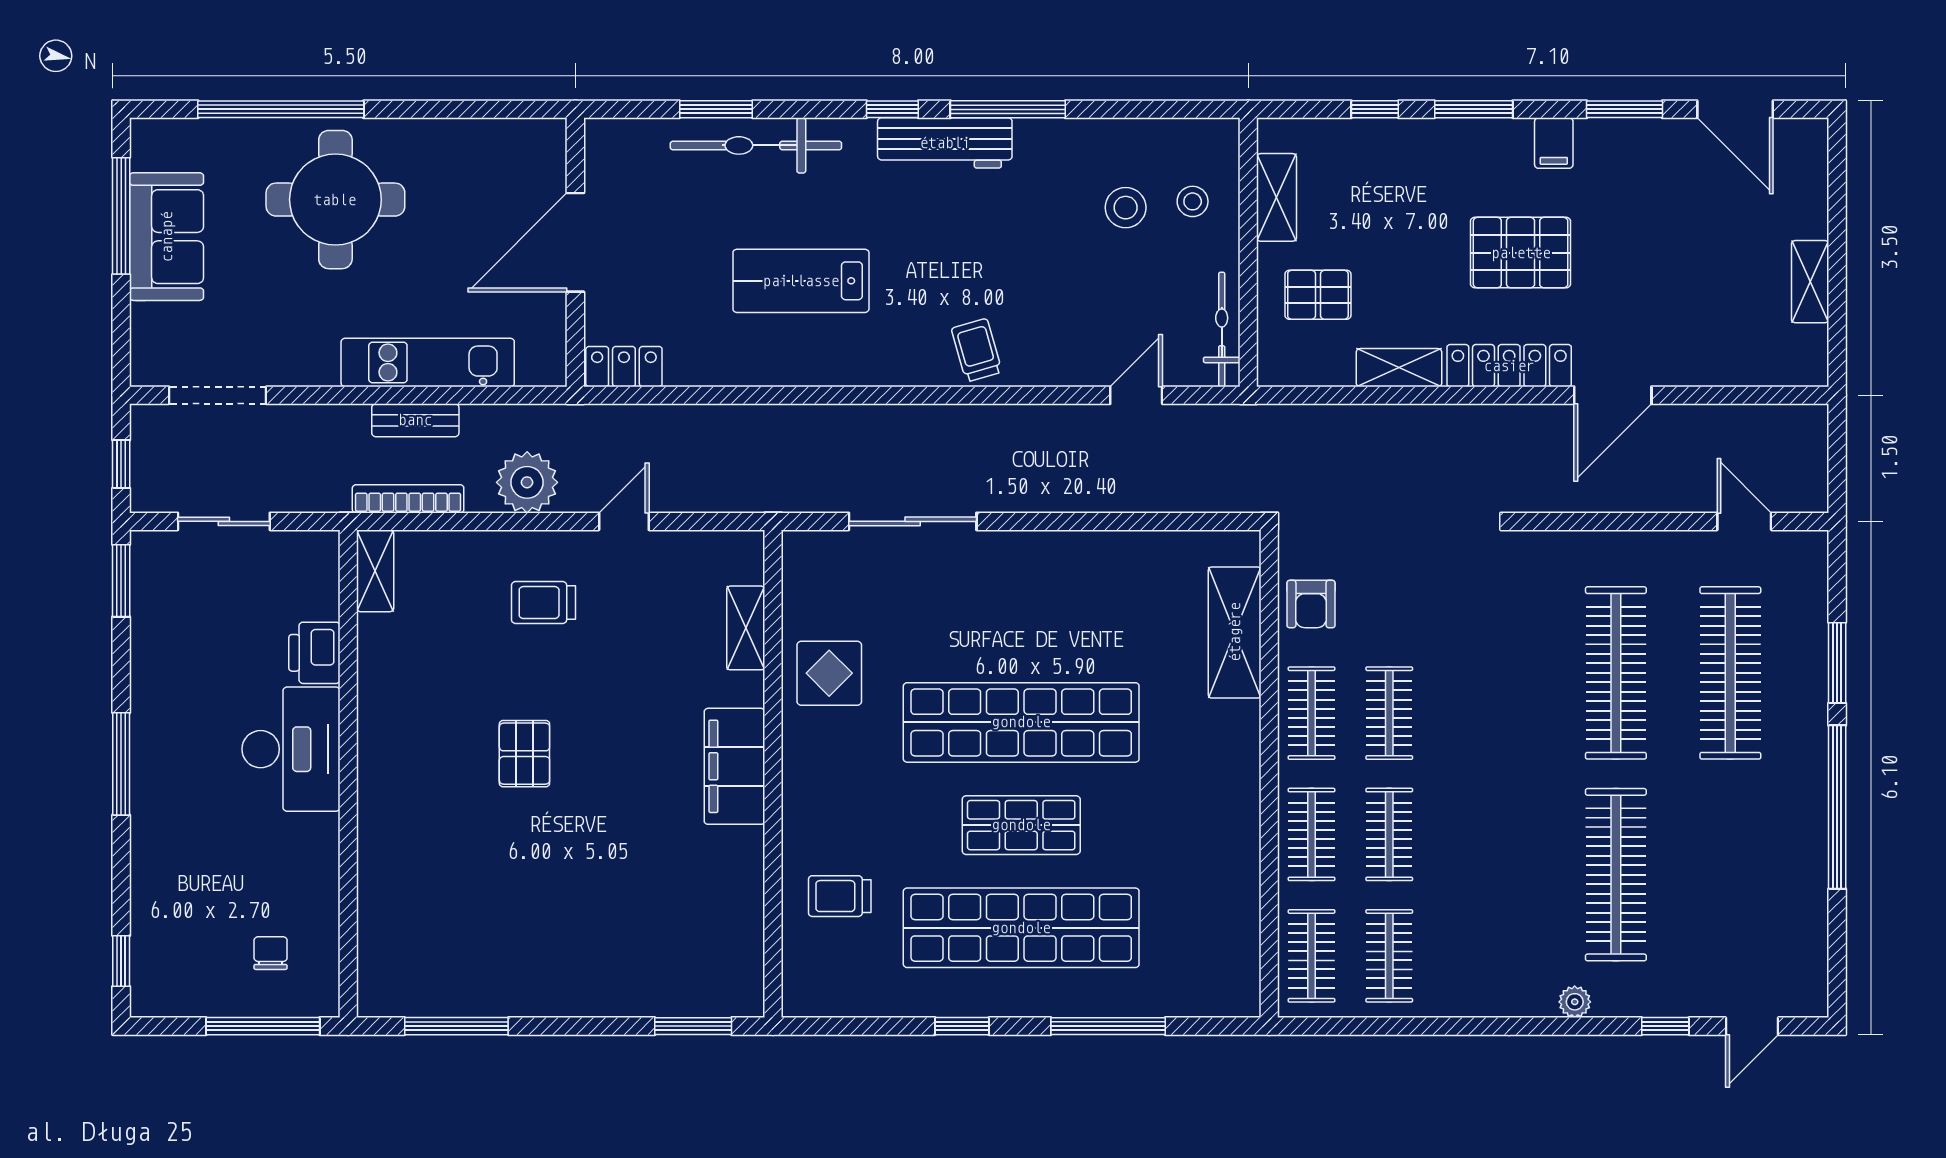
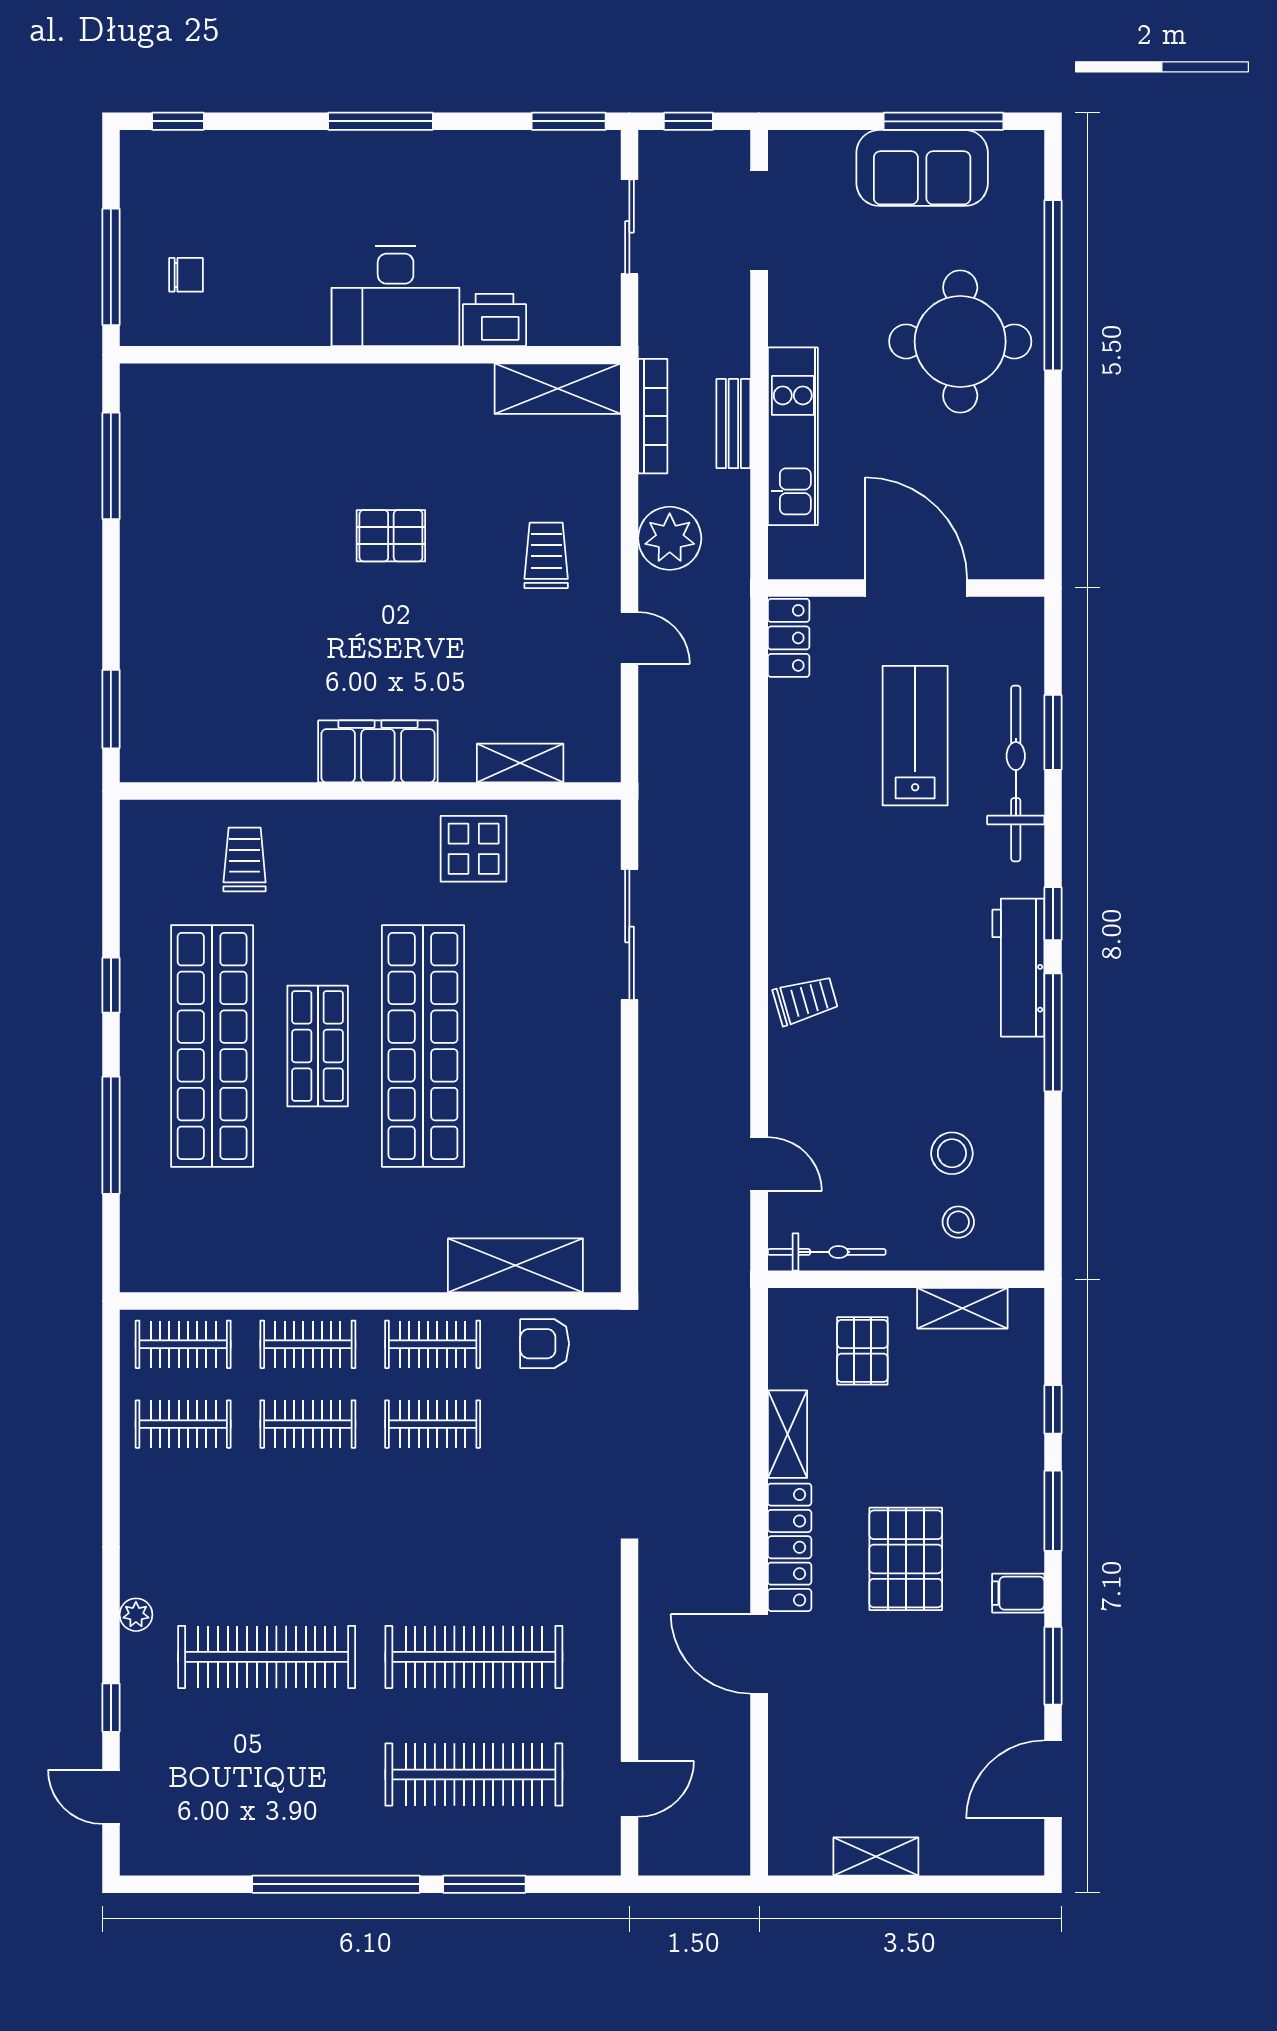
lab bench: (801, 281) -> (915, 736), moved
shelving: (375, 571) -> (558, 389), width x1.50, depth x1.33

